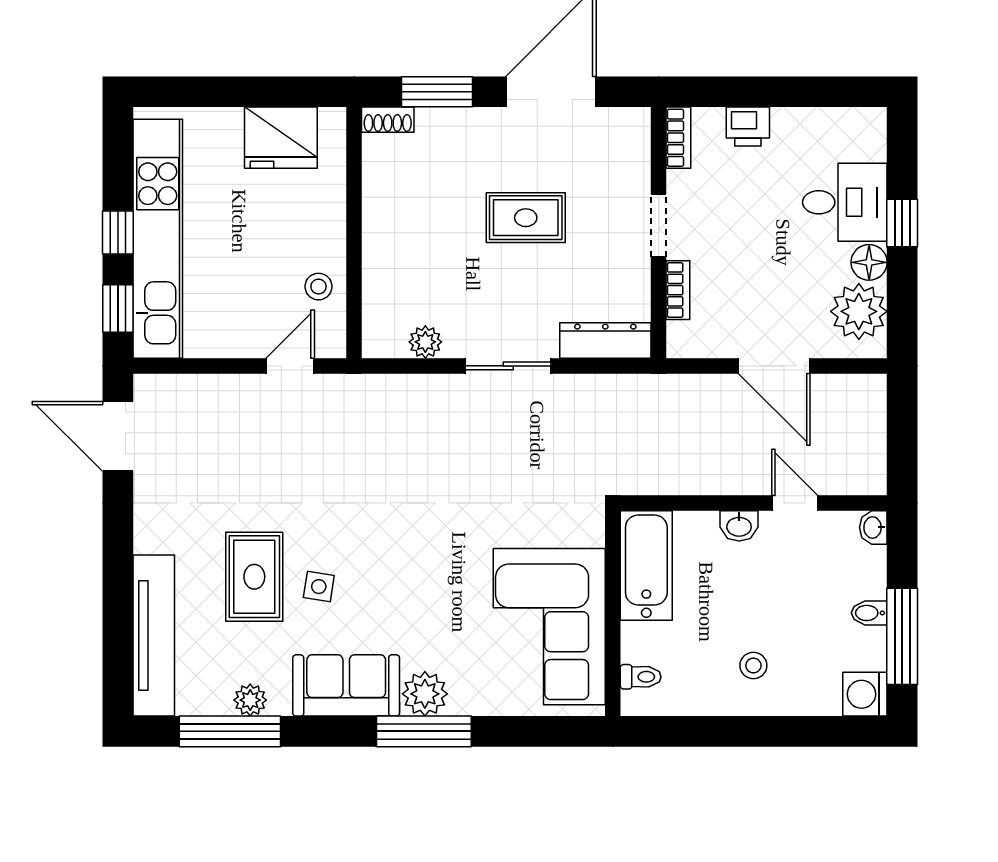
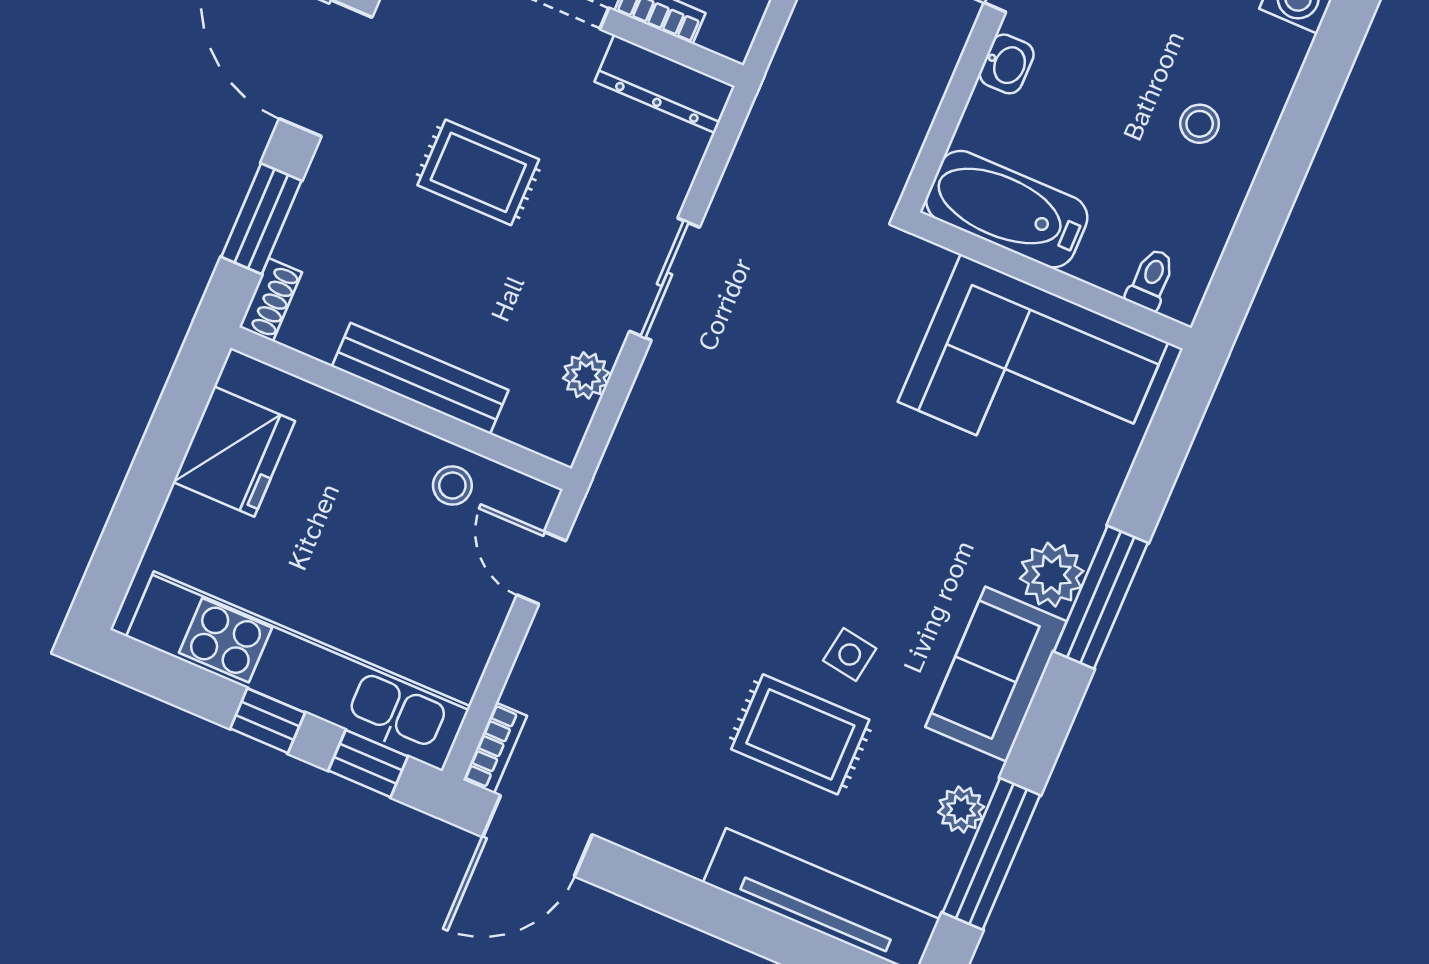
rug: (526, 218) -> (478, 172), turned 90
bench: (378, 237) -> (420, 378), added
dresser: (605, 340) -> (665, 84), moved, turned -90
bookcase: (162, 385) -> (495, 748), added

